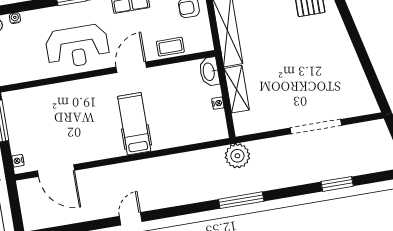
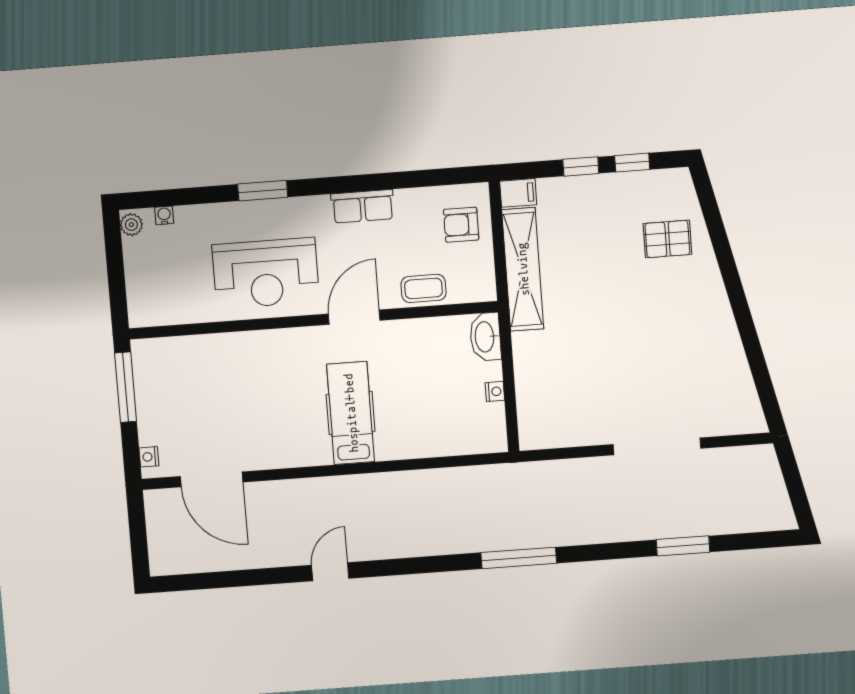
shelving: (237, 89) -> (529, 371), removed
plant: (237, 156) -> (520, 483), removed

